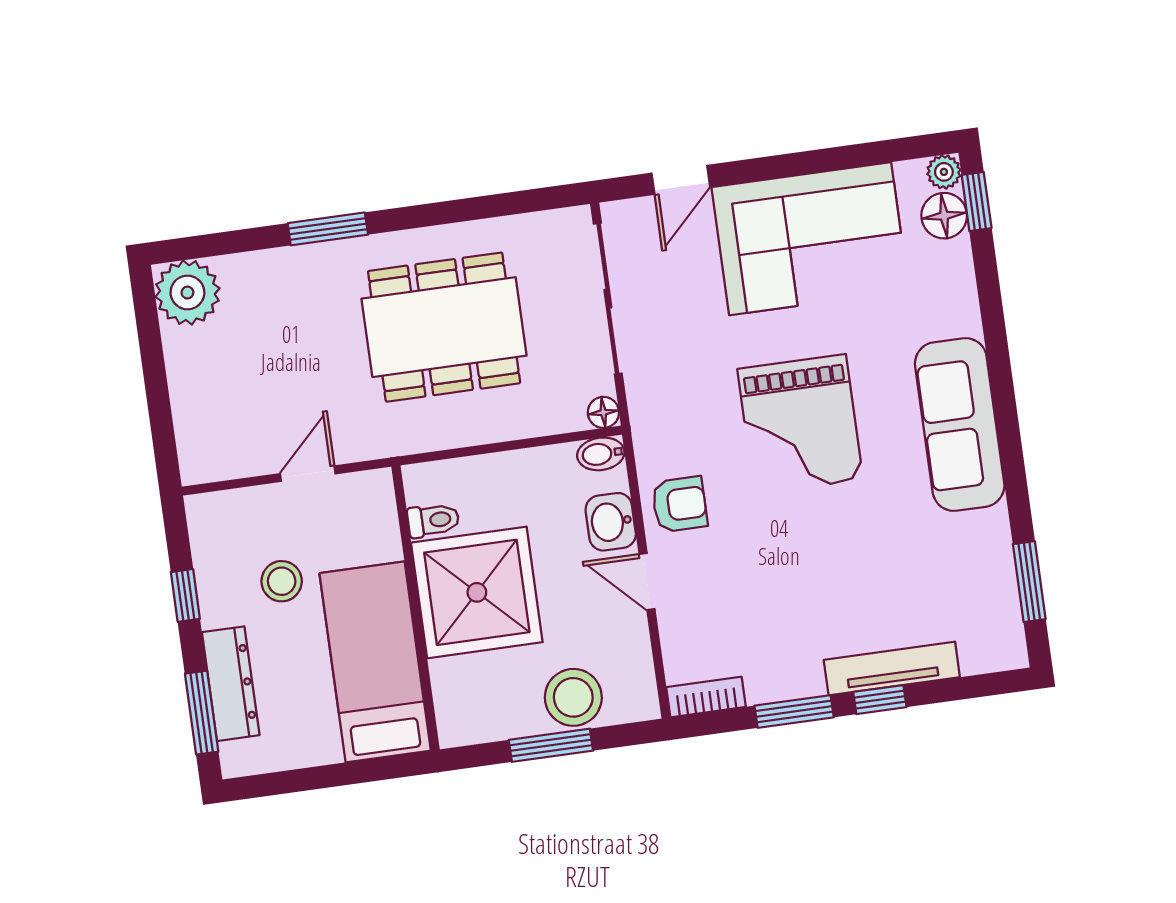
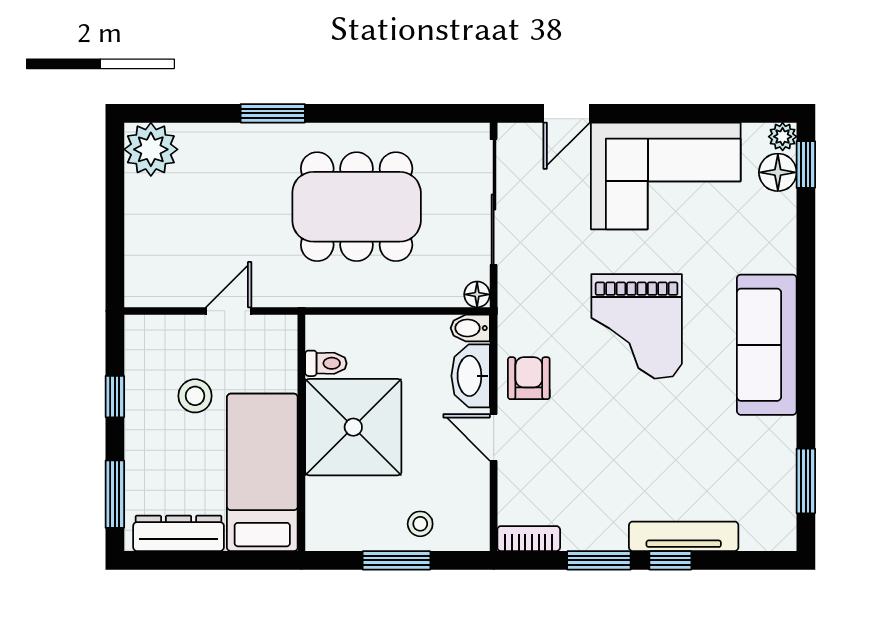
armchair: (679, 504) -> (529, 378), turned -90
washbasin: (611, 522) -> (471, 376), width x1.38
dresser: (231, 684) -> (179, 533), moved, turned -90
stool: (573, 697) -> (420, 524), width x0.53, depth x0.53

